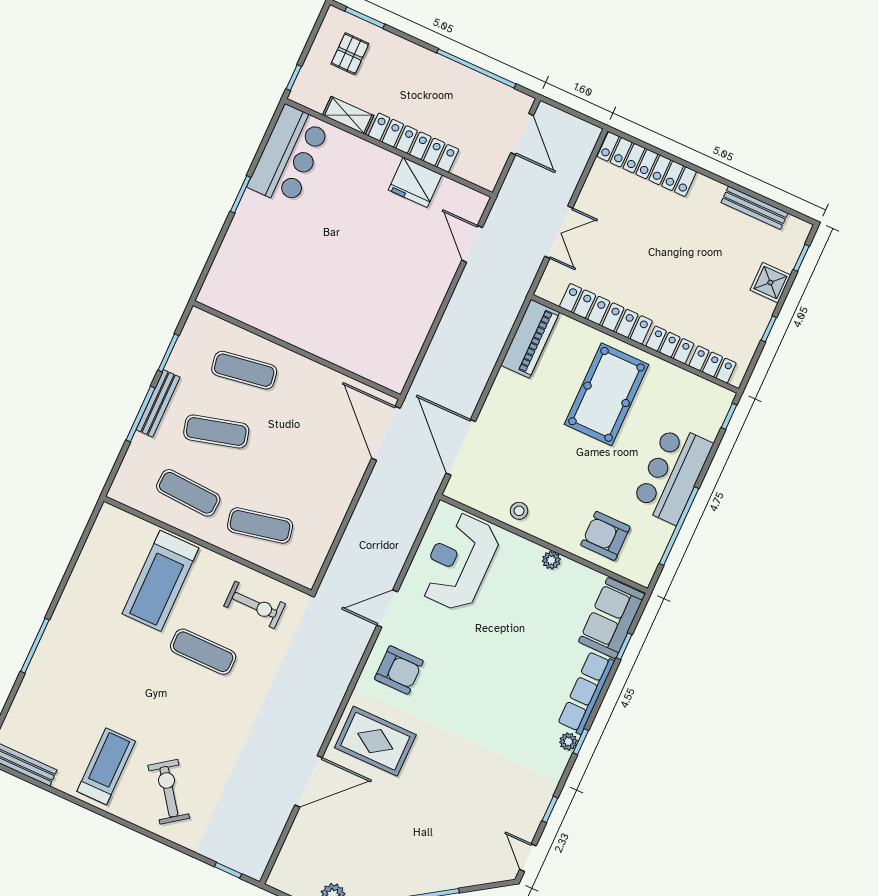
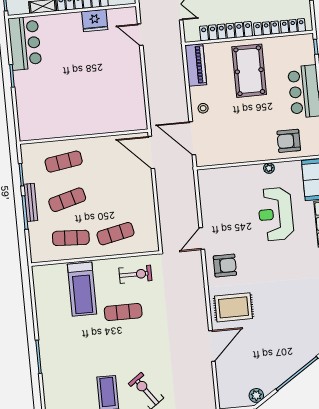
stool: (519, 511) -> (203, 108), moved
reception desk: (459, 562) -> (276, 214), moved

